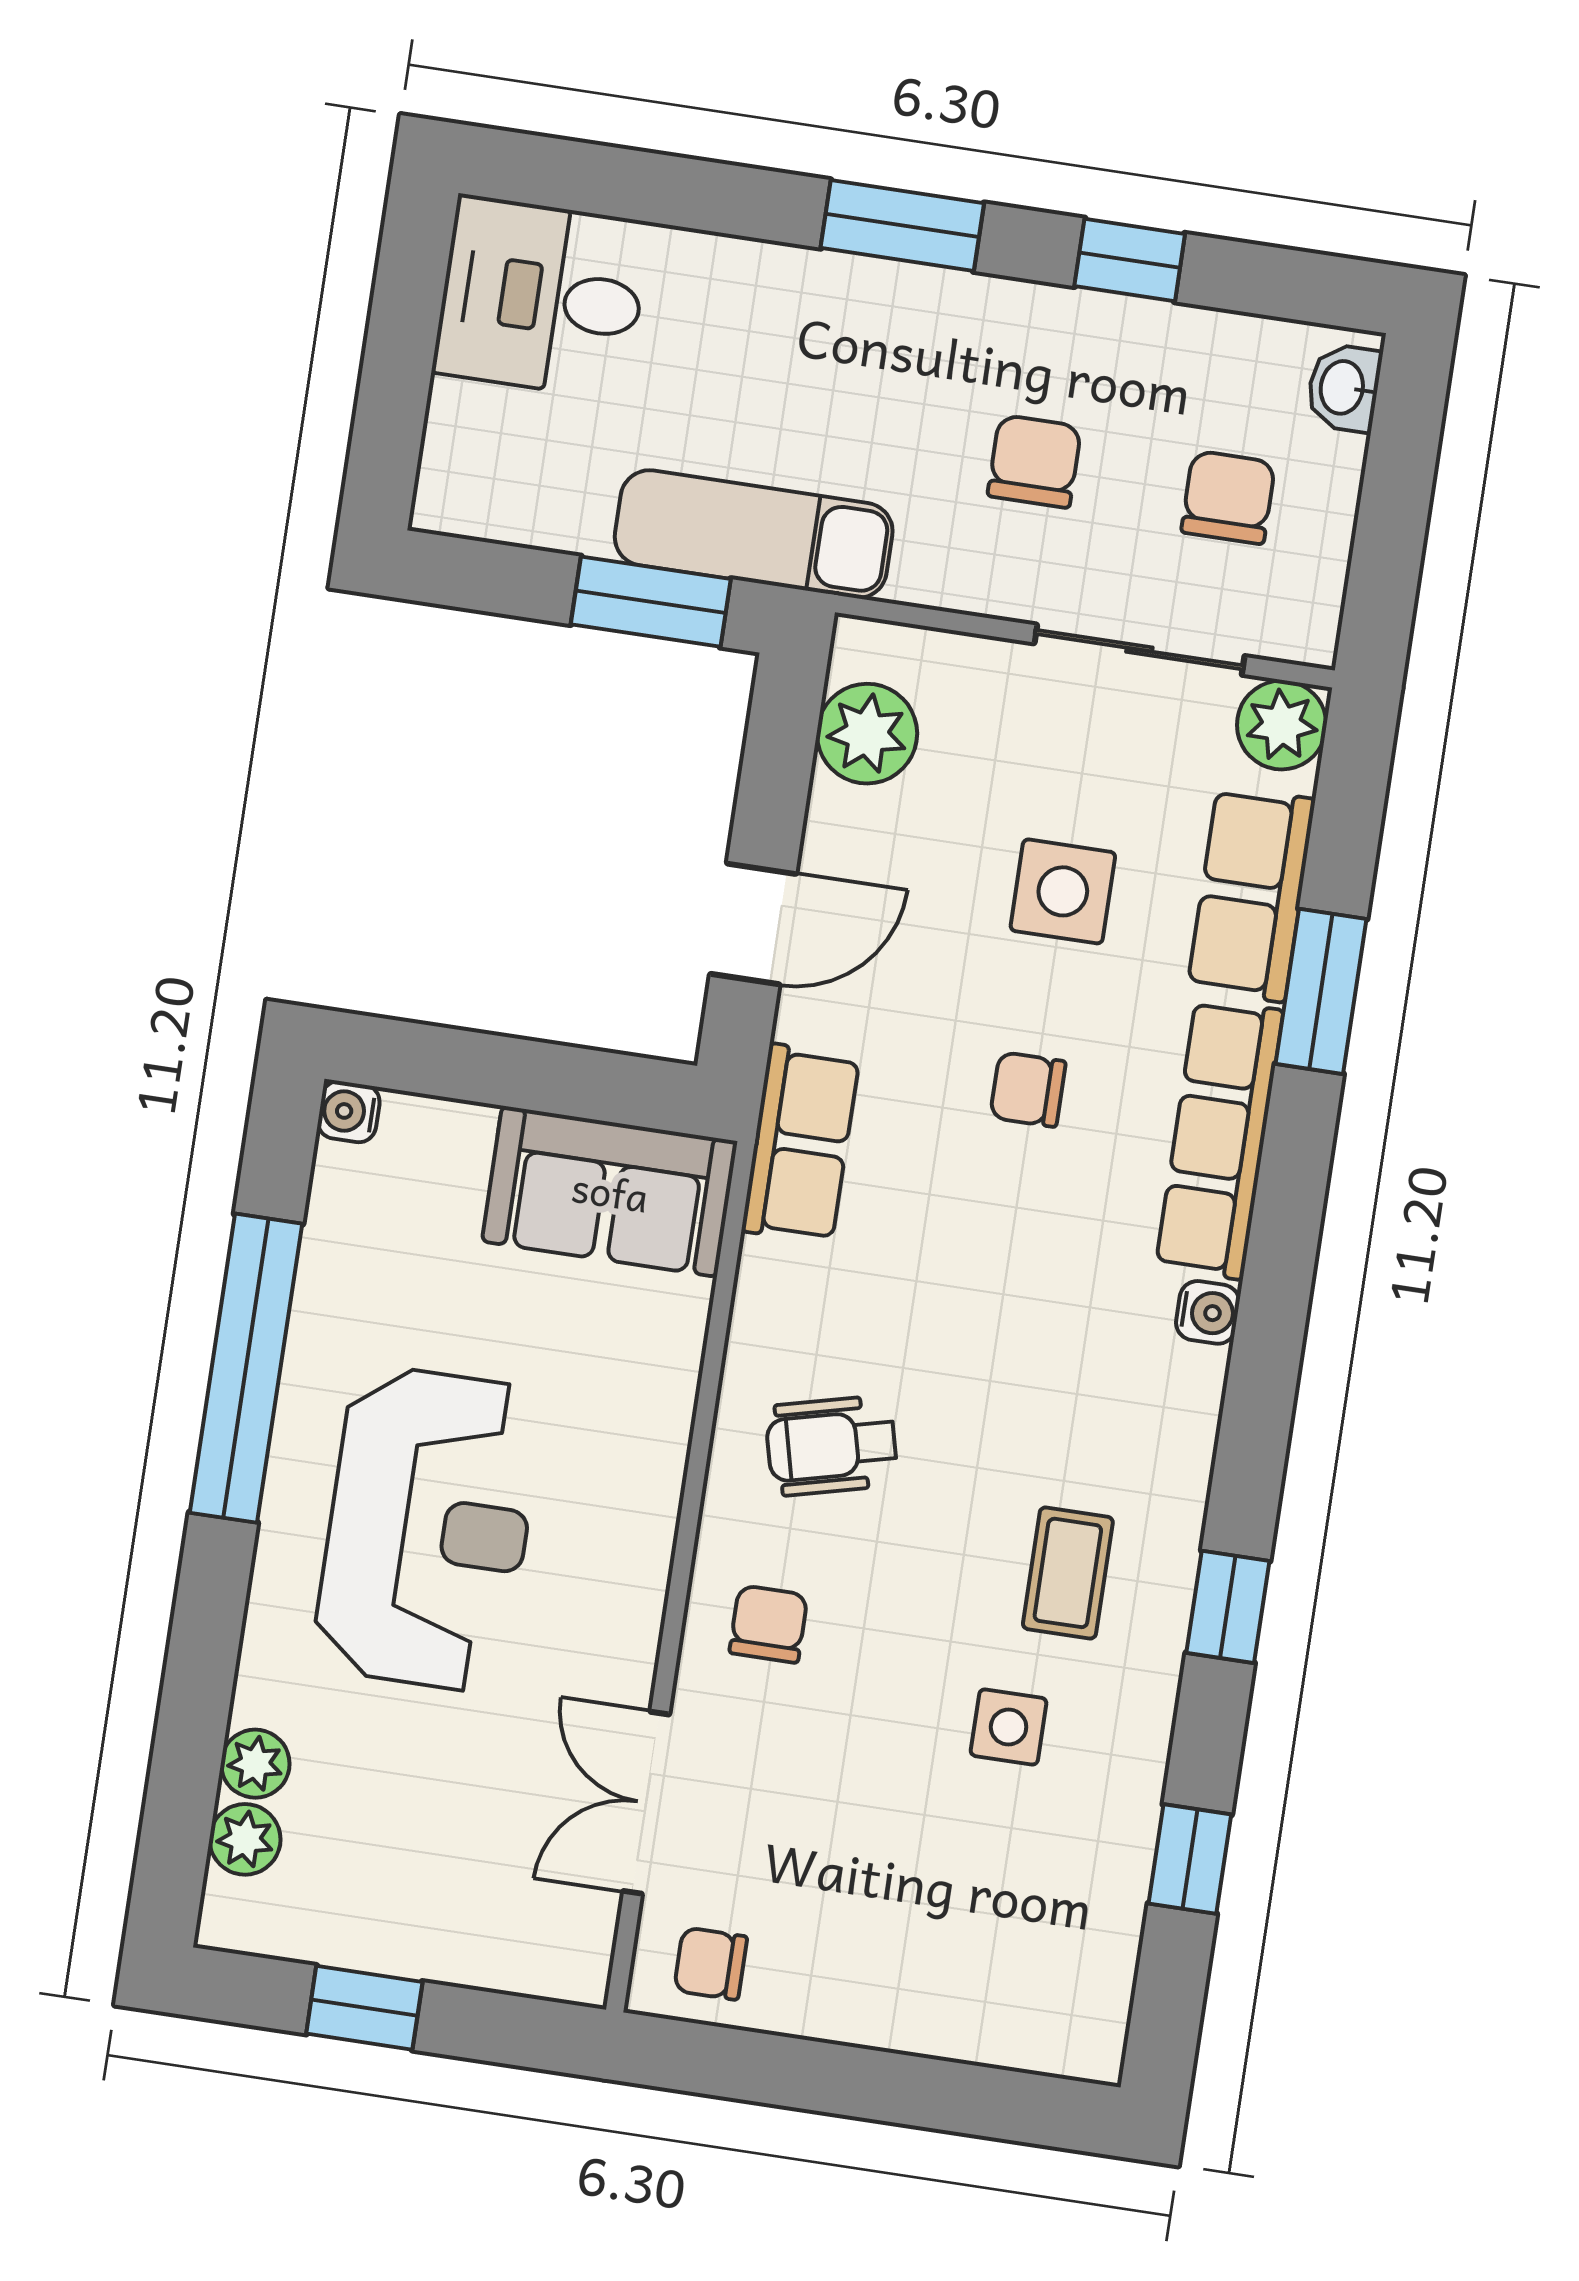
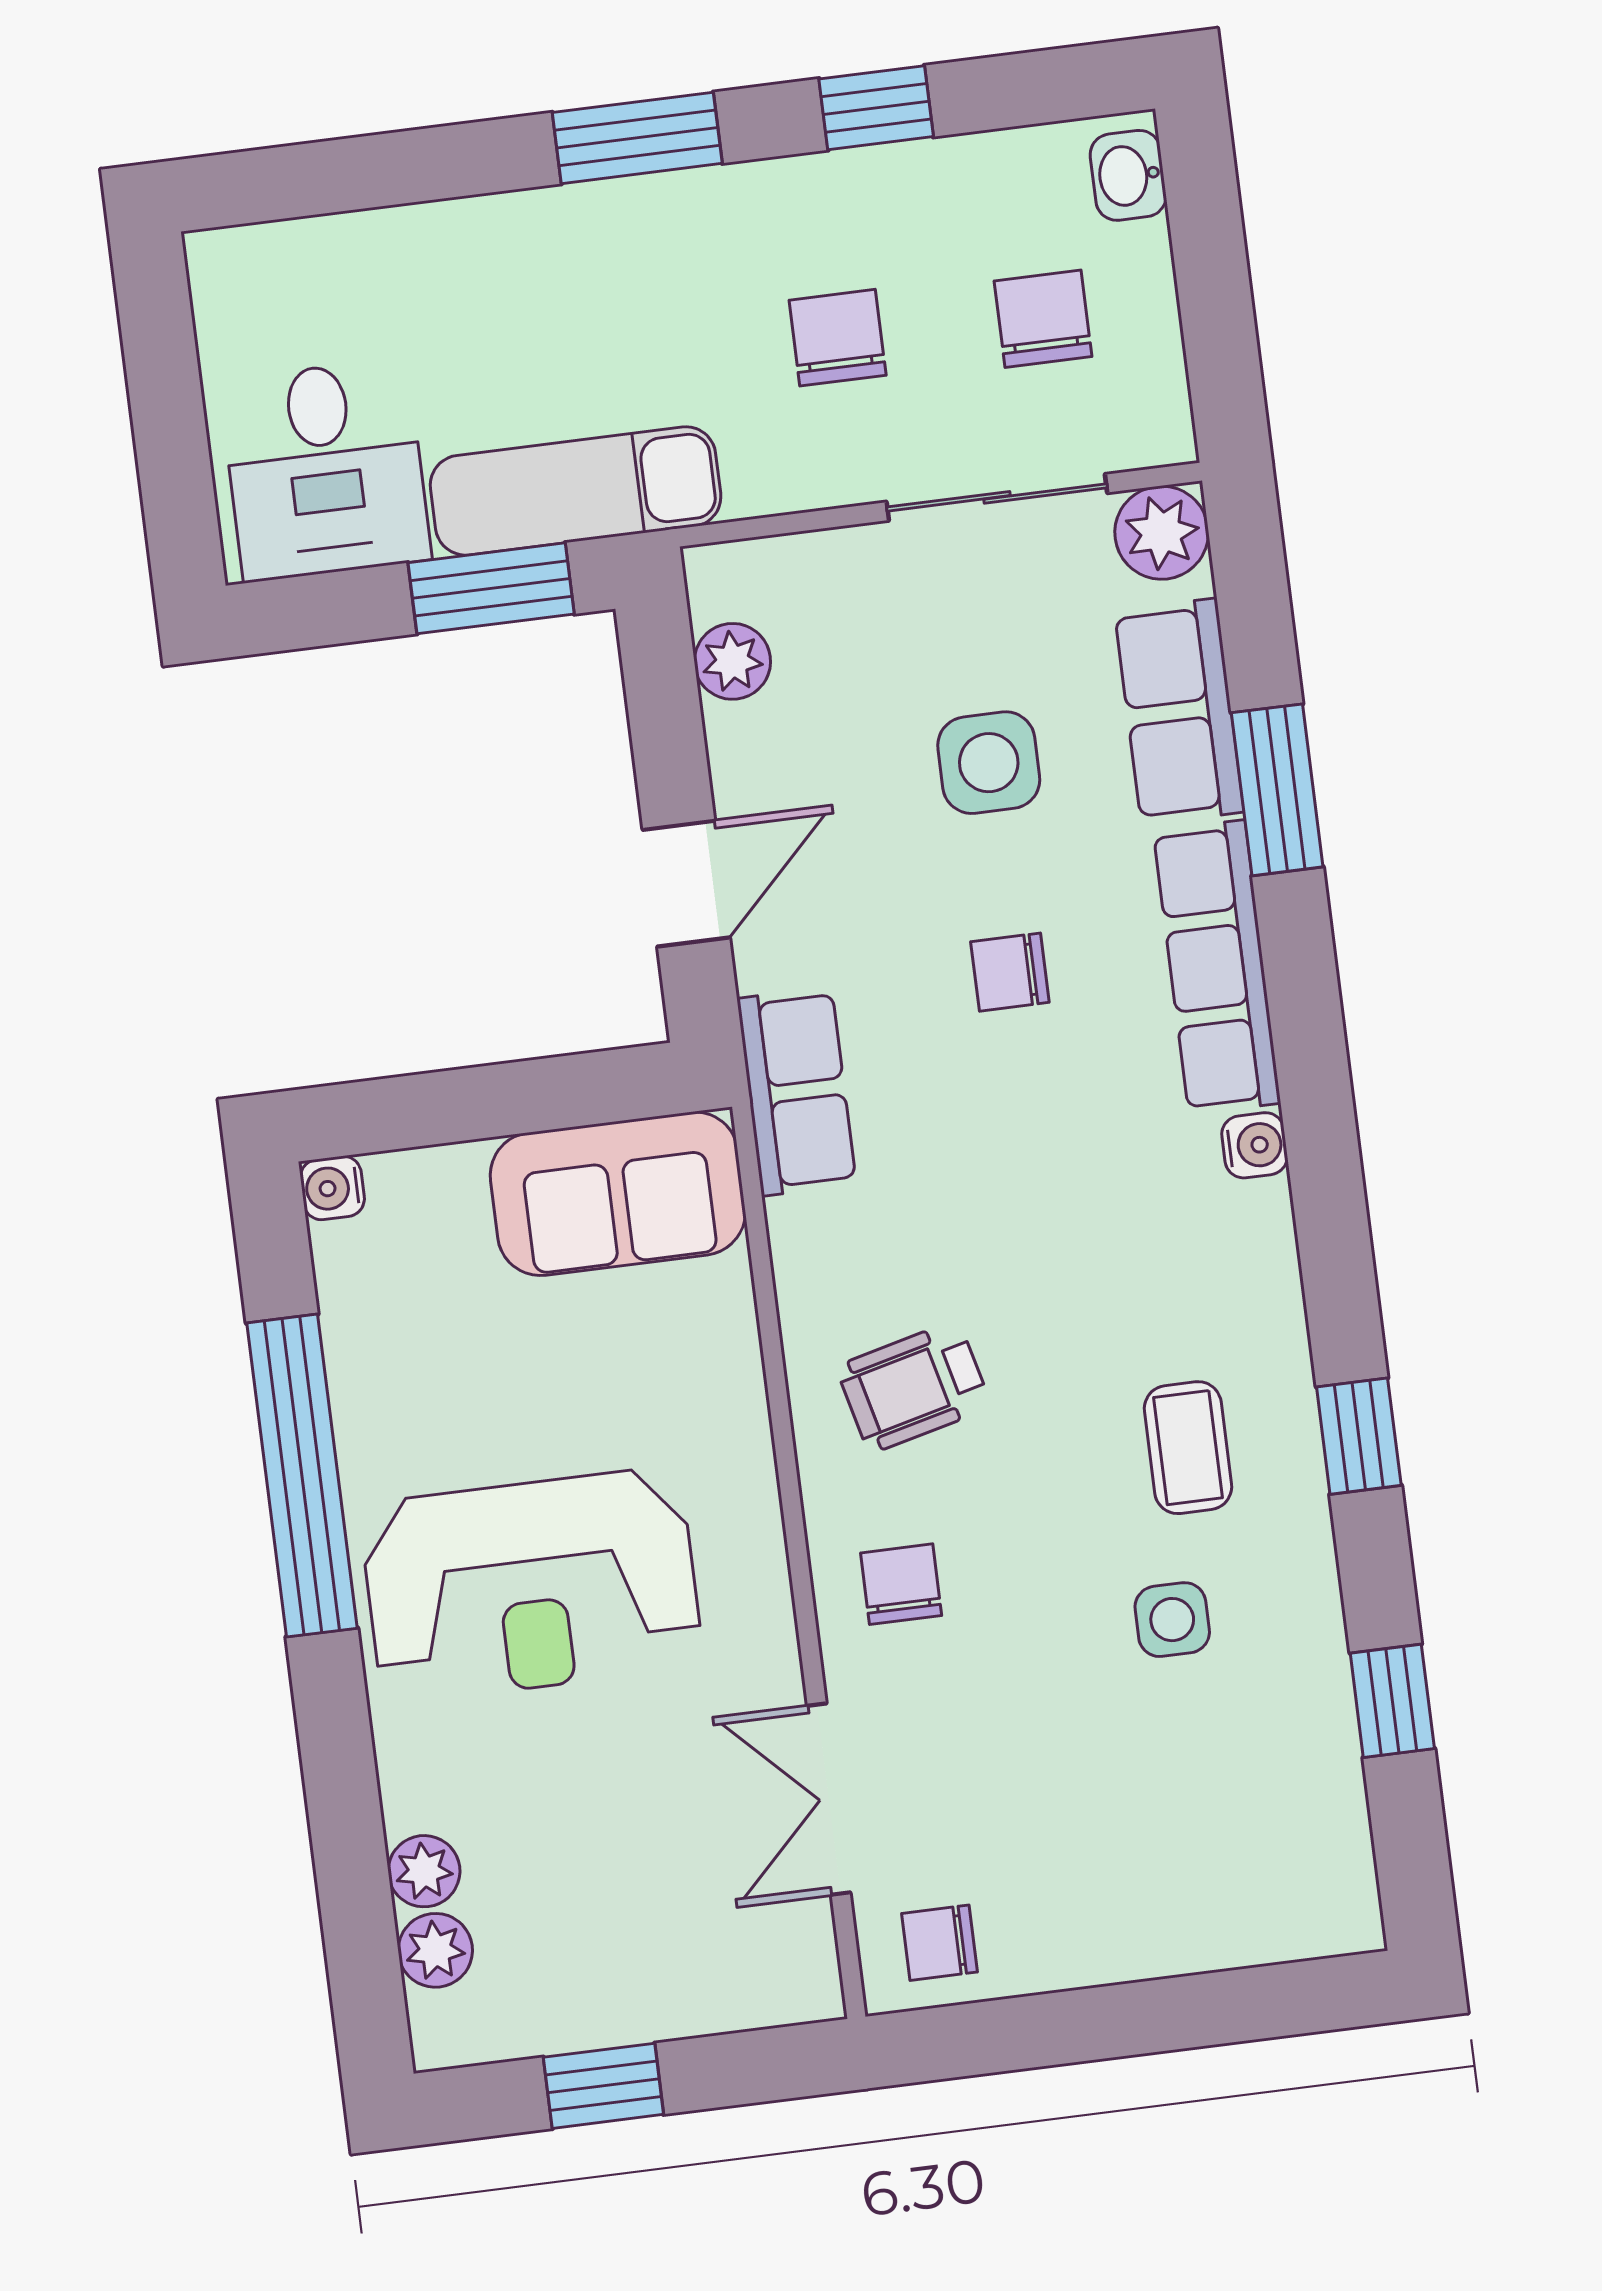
desk: (542, 297) -> (325, 470), moved, turned -90
plant: (867, 734) -> (732, 661), width x0.73, depth x0.73
reception desk: (428, 1529) -> (531, 1585), turned 90

